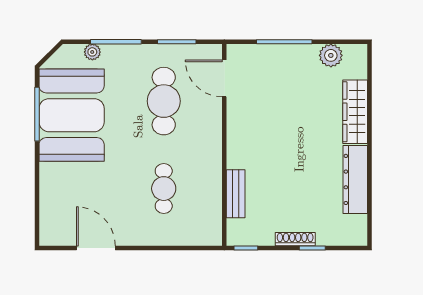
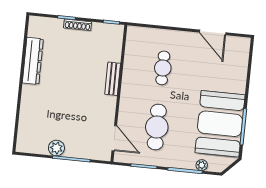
plant: (331, 55) -> (56, 148), moved
wardrobe: (355, 112) -> (28, 107), removed
bench: (236, 194) -> (113, 79), moved

